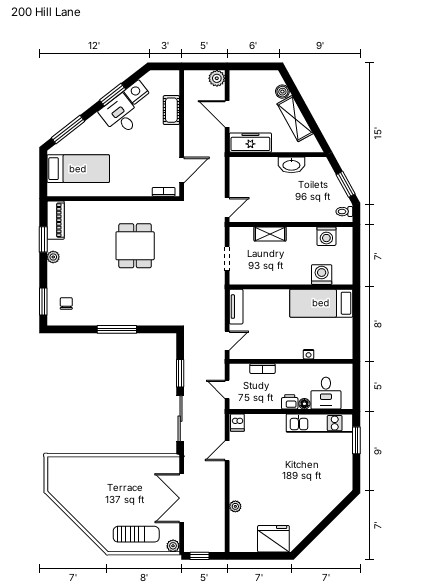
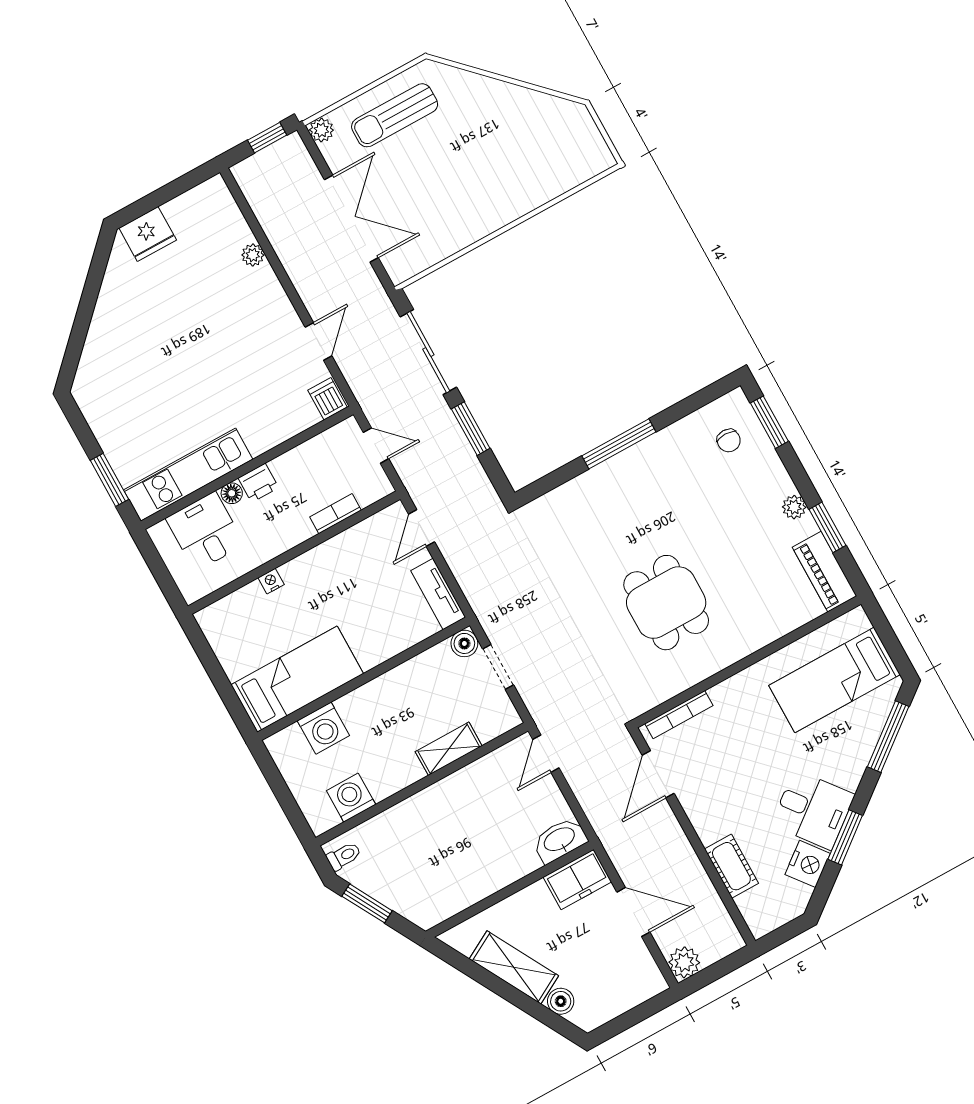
freezer: (250, 143) -> (577, 879), width x0.71
washbasin: (291, 165) -> (560, 840), moved
bookcase: (164, 192) -> (679, 715), width x1.56
boiler: (237, 278) -> (464, 643), added
fridge: (273, 539) -> (148, 234), width x0.73, depth x0.75

